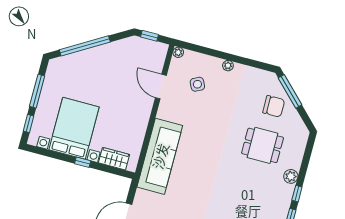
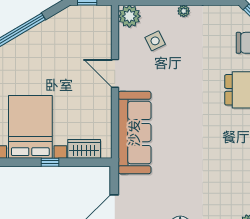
plant: (178, 52) -> (129, 16), width x1.87, depth x1.87
door: (161, 87) -> (115, 73), moved

